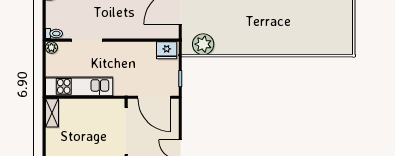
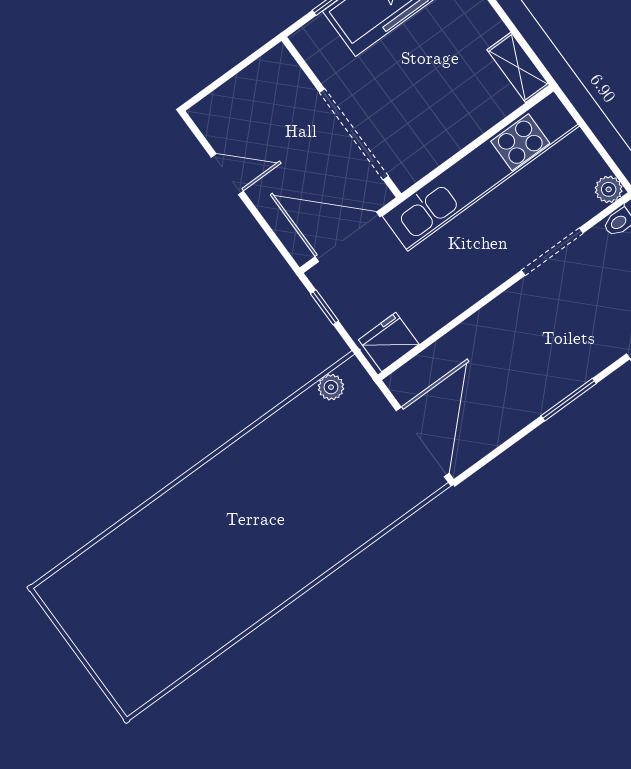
plant: (203, 44) -> (331, 387), width x0.53, depth x0.53
kitchen unit: (79, 86) -> (481, 171), width x1.36

